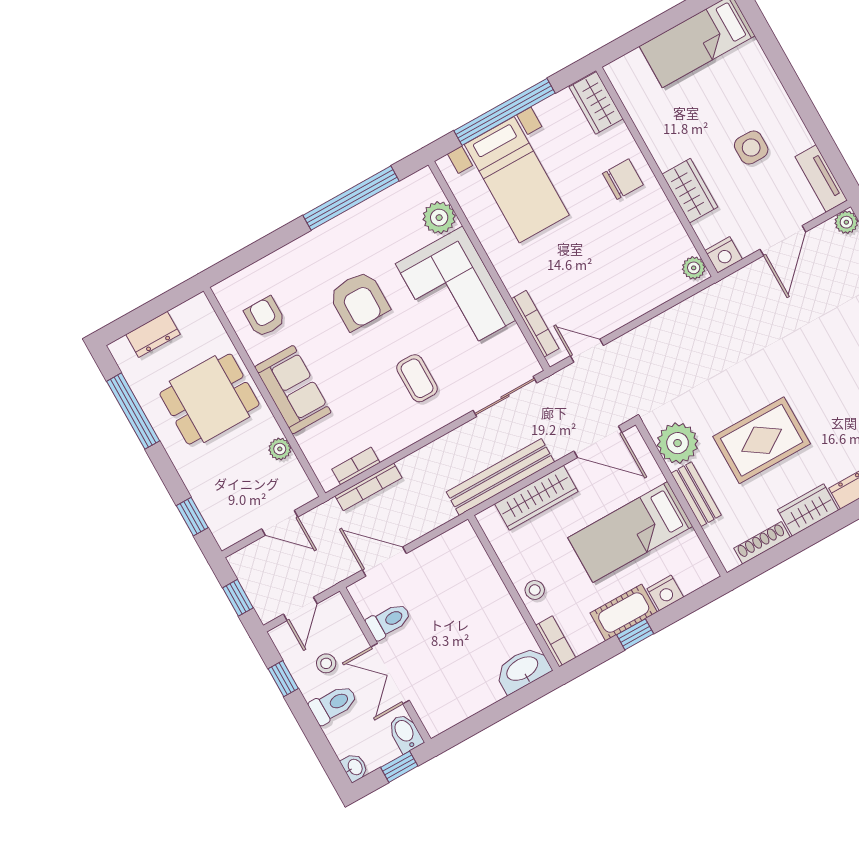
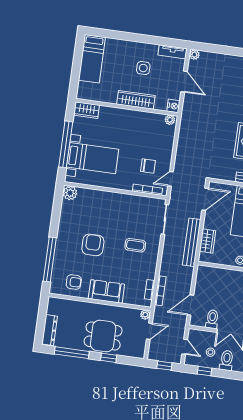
chair: (623, 179) -> (148, 166), moved, turned 90
wardrobe: (690, 191) -> (136, 100), width x1.50
window: (351, 198) -> (50, 260), moved
plant: (439, 218) -> (70, 193), moved
corner sofa: (455, 292) -> (115, 209), removed
armchair: (359, 301) -> (93, 245), turned -90
armchair: (265, 317) -> (74, 282), turned 180
dresser: (153, 334) -> (50, 330), width x1.44
dining table: (209, 399) -> (103, 336), moved, turned 90
plant: (678, 443) -> (227, 172), removed
plant: (280, 449) -> (145, 315), moved
wardrobe: (536, 498) -> (208, 241), width x0.67
window: (192, 517) -> (109, 358), moved

